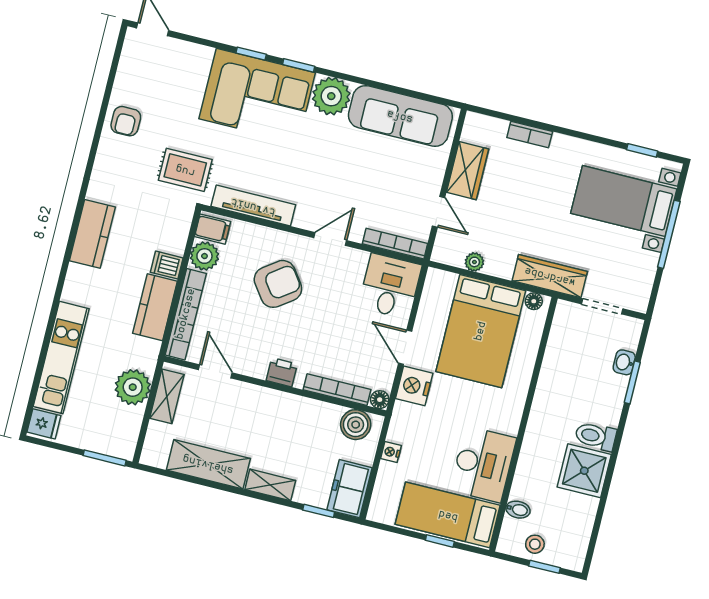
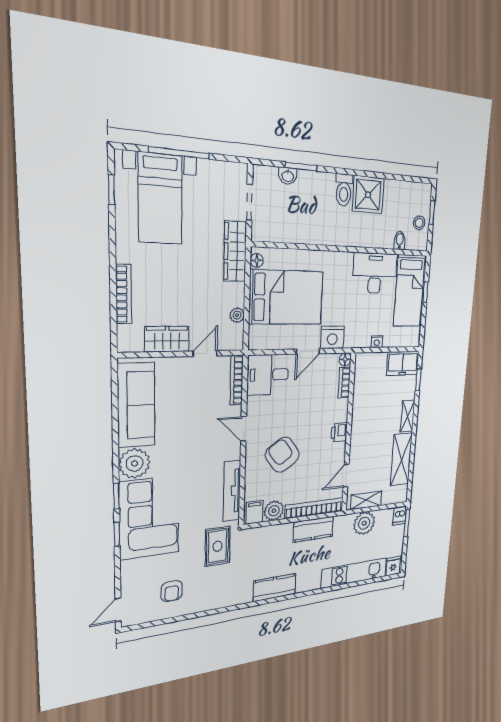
armchair: (126, 121) -> (172, 591), moved, turned 90
bookcase: (530, 134) -> (124, 294), width x1.56
dishwasher: (167, 265) -> (400, 516), moved
bookcase: (337, 390) -> (344, 383), width x0.64
boiler: (356, 425) -> (364, 371), removed

